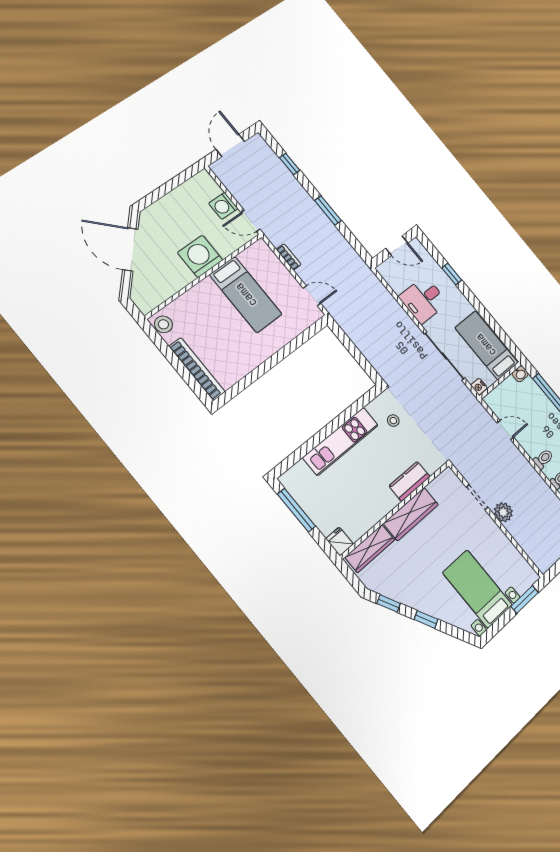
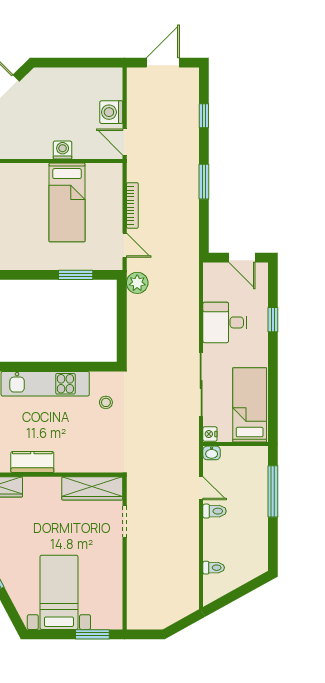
washing machine: (200, 256) -> (63, 150), width x0.53, depth x0.53
bookcase: (289, 257) -> (132, 205), width x1.56
window: (296, 343) -> (76, 275), added
washbasin: (520, 374) -> (212, 453), moved
toilet: (543, 459) -> (215, 511), moved
kitchen counter: (410, 481) -> (32, 462), moved
plant: (503, 512) -> (137, 283), moved
wardrobe: (411, 514) -> (92, 488), moved

